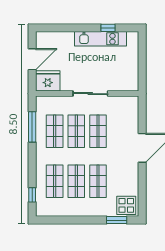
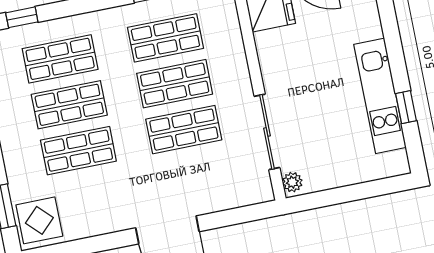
plant: (132, 87) -> (292, 182), added
sliding door: (90, 94) -> (267, 132), moved

